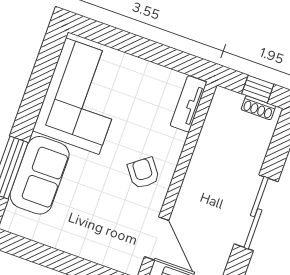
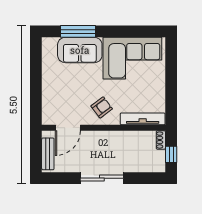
tv unit: (189, 104) -> (143, 119), width x1.41
shoe rack: (258, 108) -> (161, 140), moved

